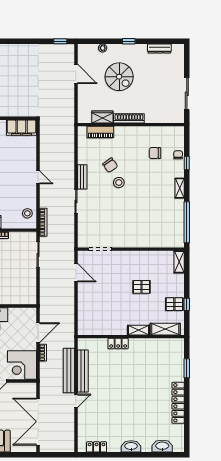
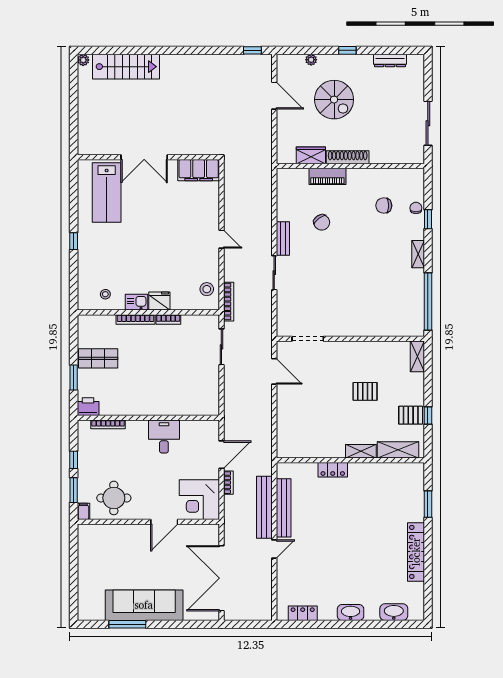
piano: (100, 132) -> (327, 176), moved
stool: (119, 183) -> (334, 246), removed

